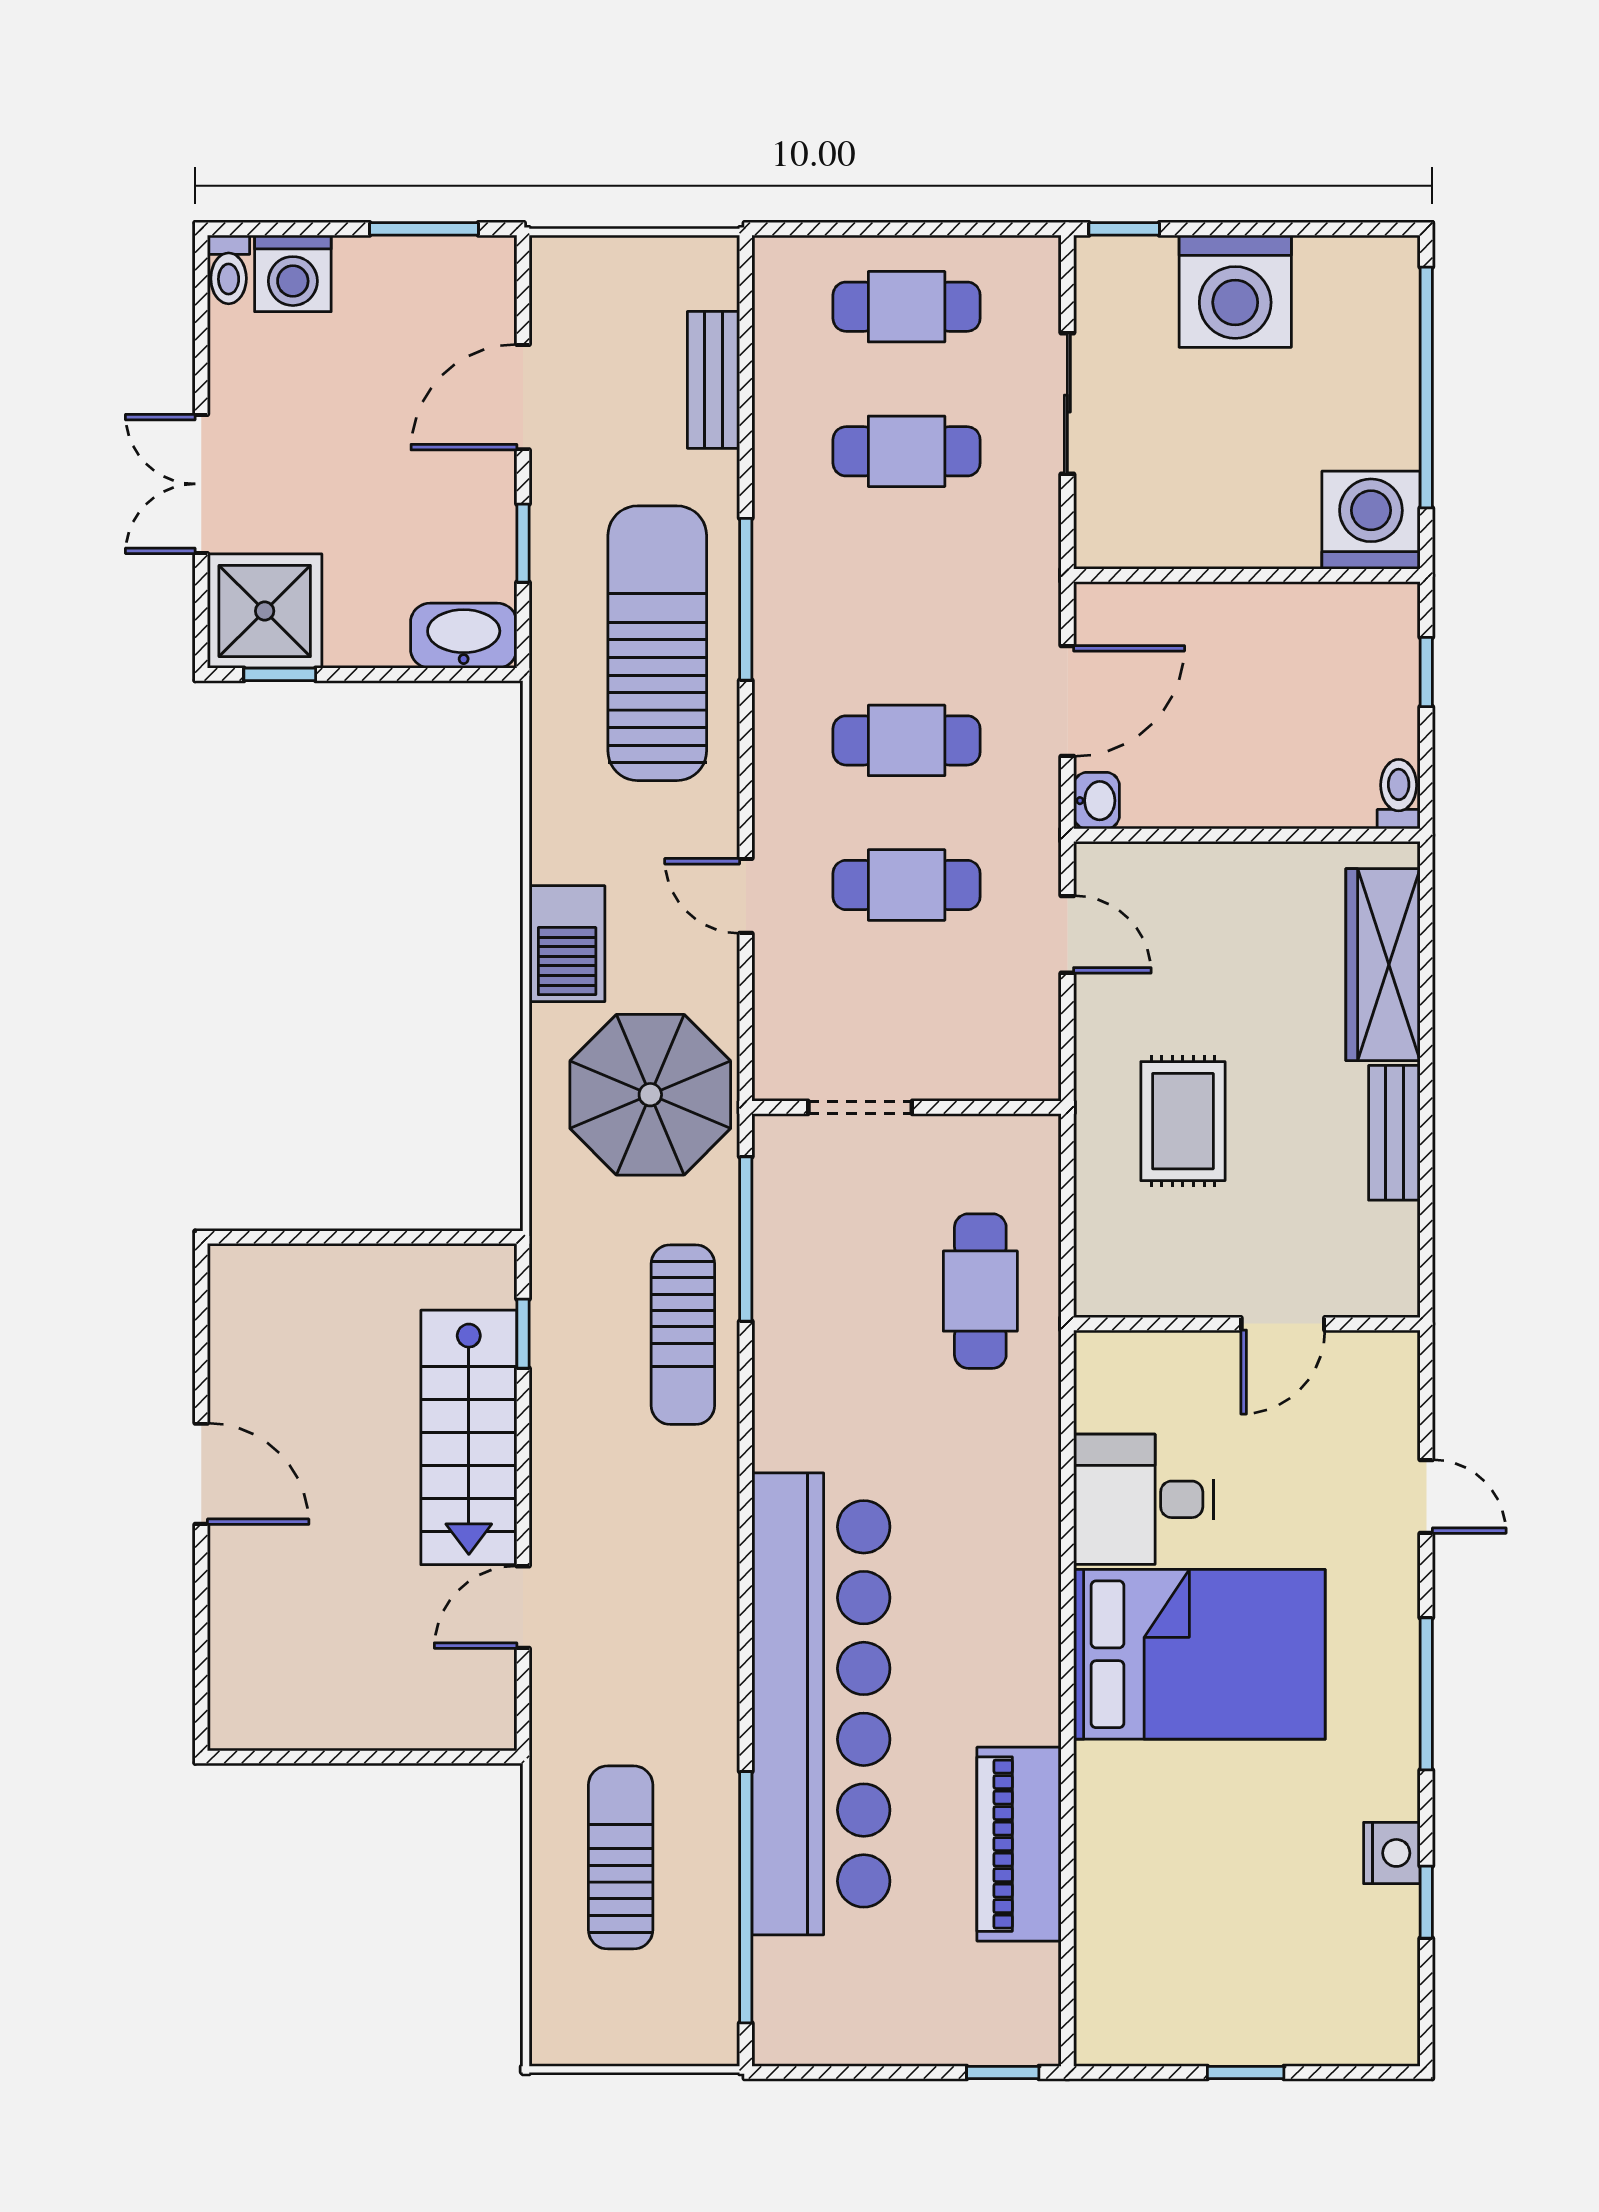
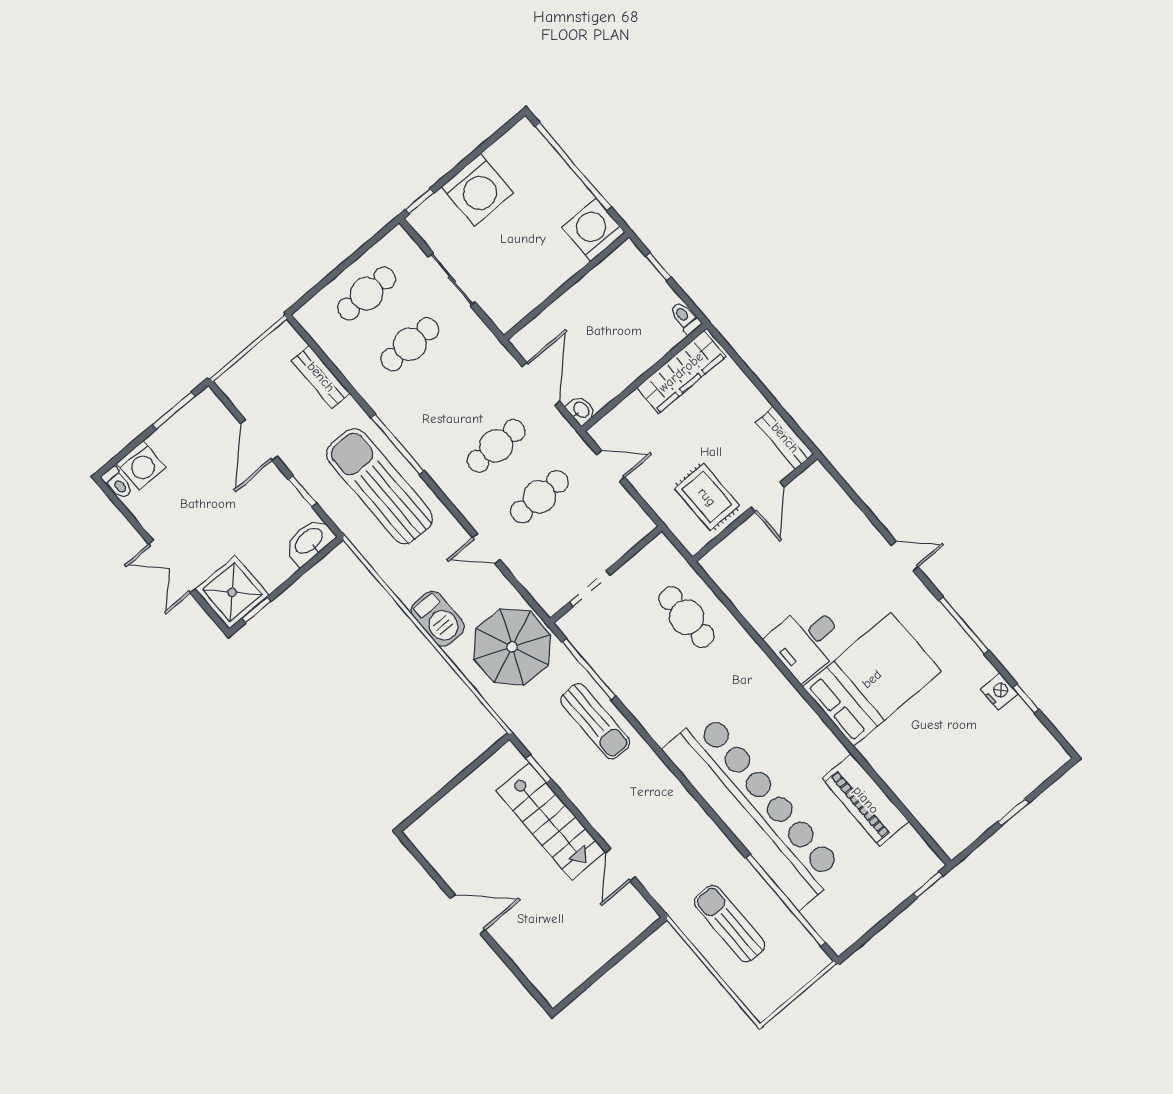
wardrobe: (1383, 965) -> (681, 372), moved, turned -90
wall: (1247, 1324) -> (755, 508), moved
door: (1283, 1324) -> (768, 497), moved

